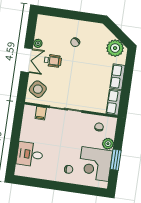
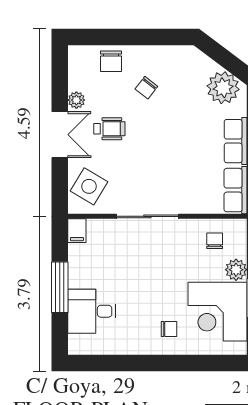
chair: (59, 26) -> (111, 61), added
filing cabinet: (41, 113) -> (77, 231), moved
window: (15, 139) -> (60, 287), added

